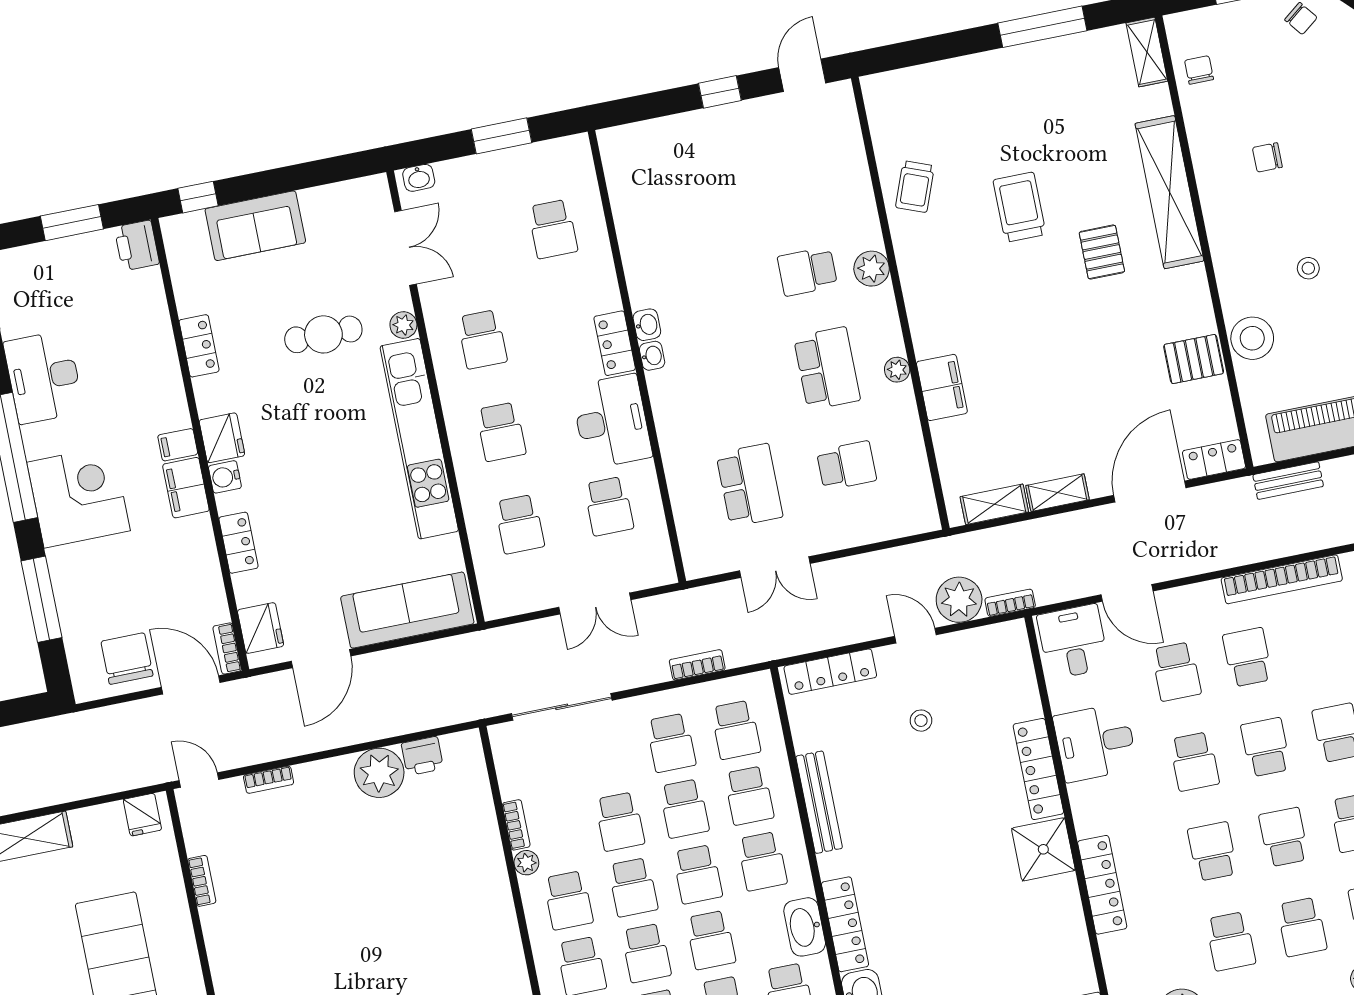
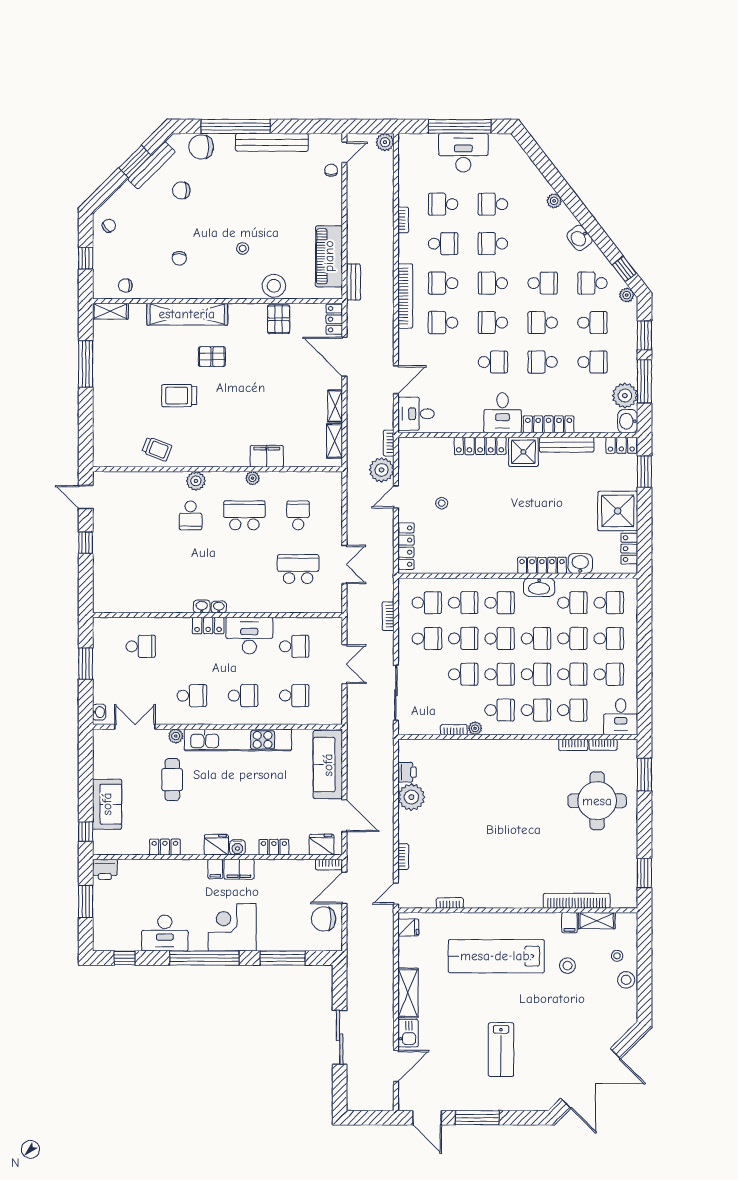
school desk: (1176, 672) -> (443, 283), moved, turned 180
desk: (1095, 743) -> (503, 413), moved
bench: (819, 802) -> (567, 445), moved

